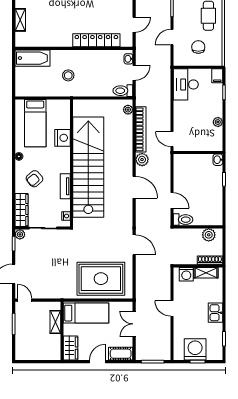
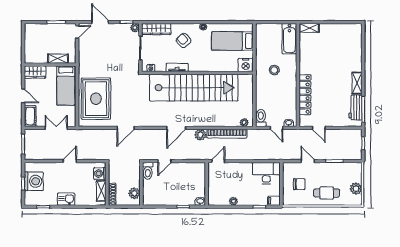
shelving: (20, 20) -> (309, 28), moved
nightstand: (62, 138) -> (246, 65), moved

